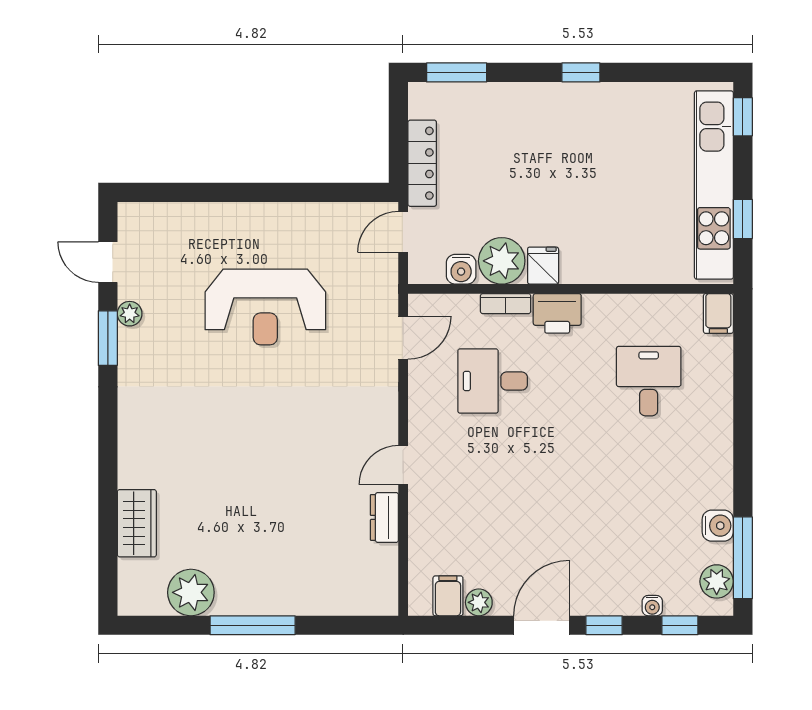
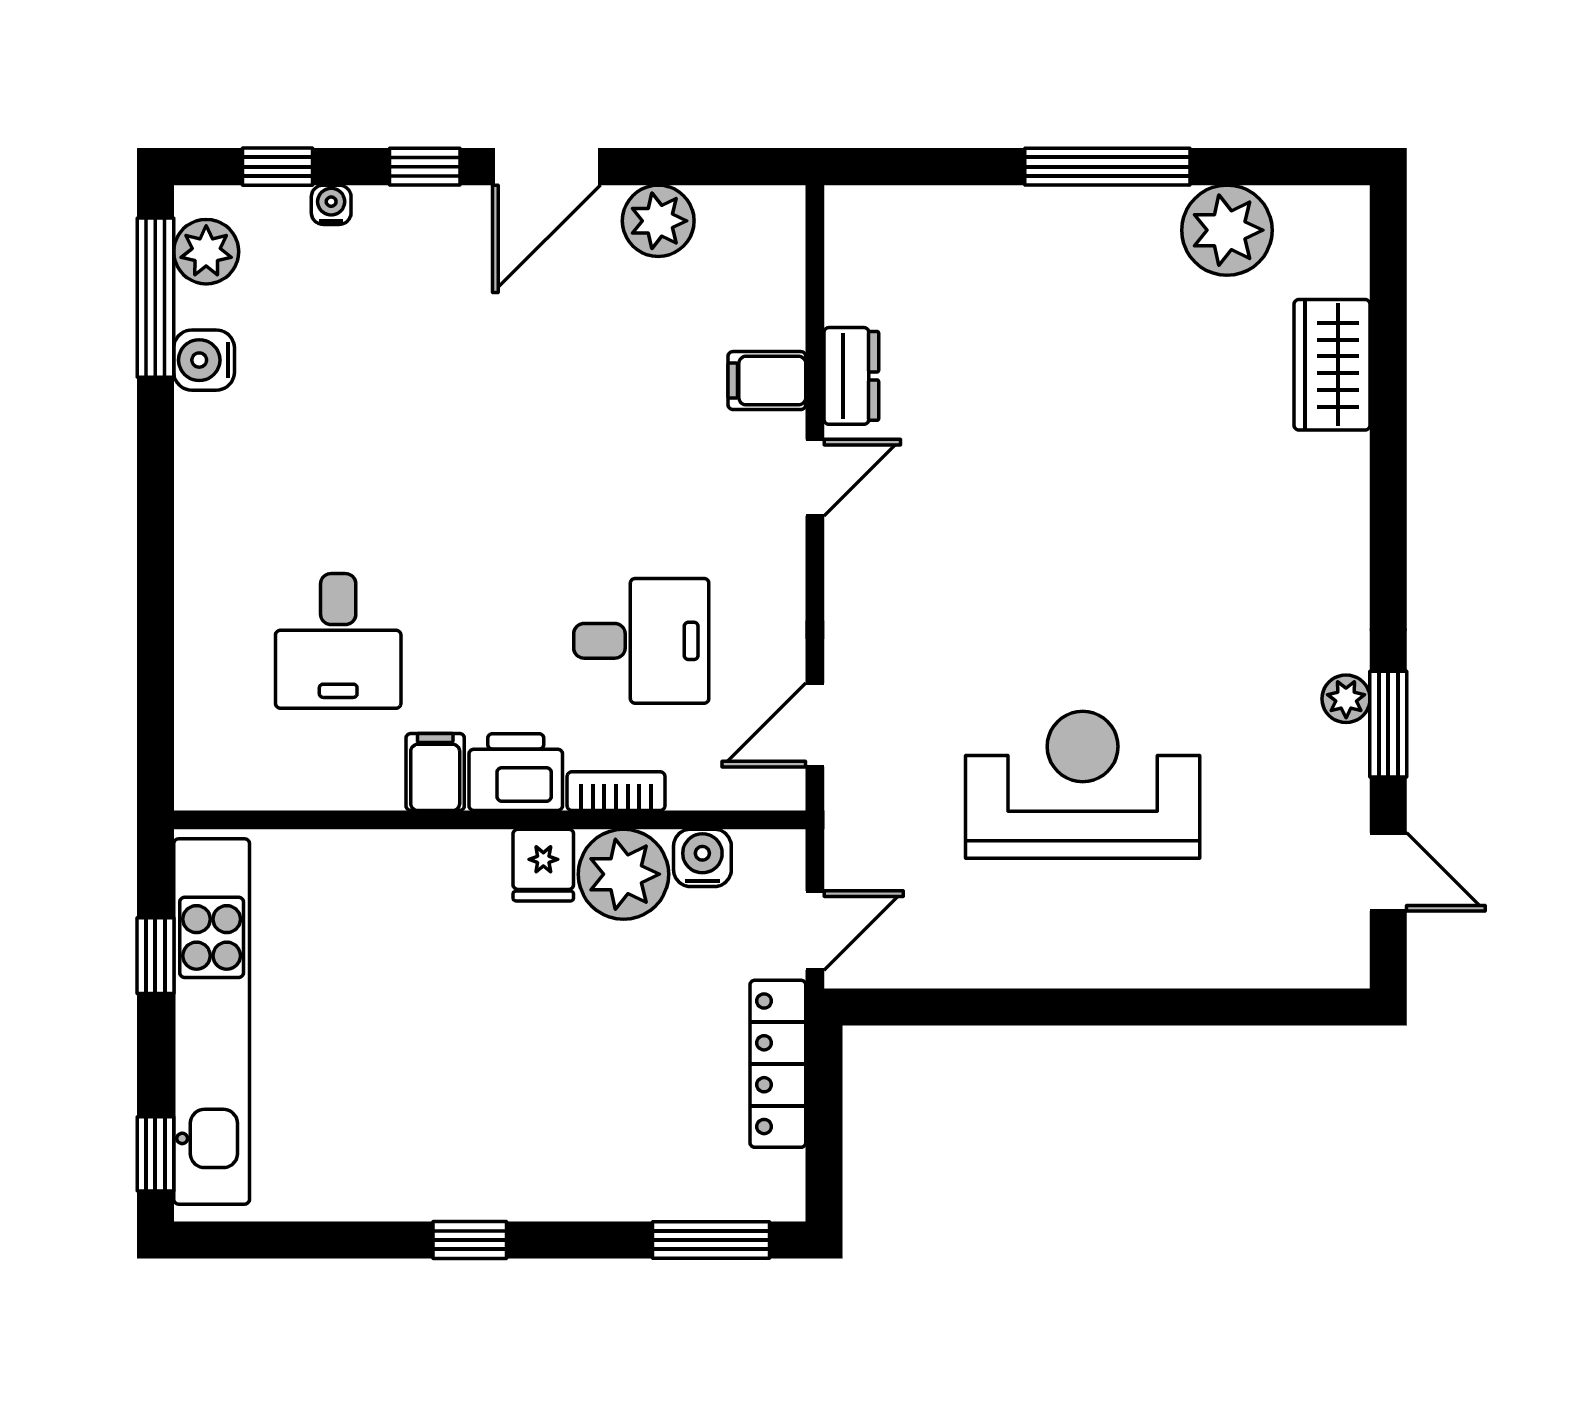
filing cabinet: (718, 313) -> (435, 772), moved
plant: (130, 314) -> (1346, 699), moved
filing cabinet: (448, 596) -> (767, 381), moved, turned 90
plant: (479, 602) -> (658, 221), width x1.38, depth x1.38

